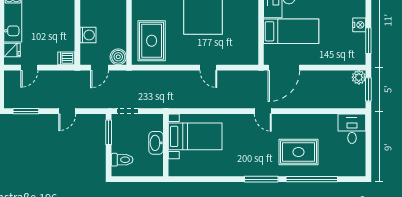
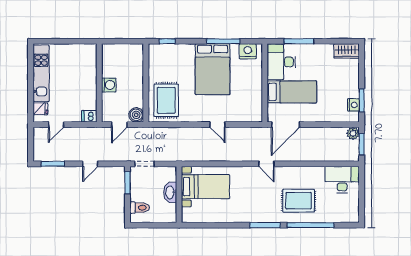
nightstand: (359, 25) -> (353, 105), moved
washing machine: (88, 35) -> (109, 85), moved
desk: (352, 129) -> (342, 180), width x1.37

